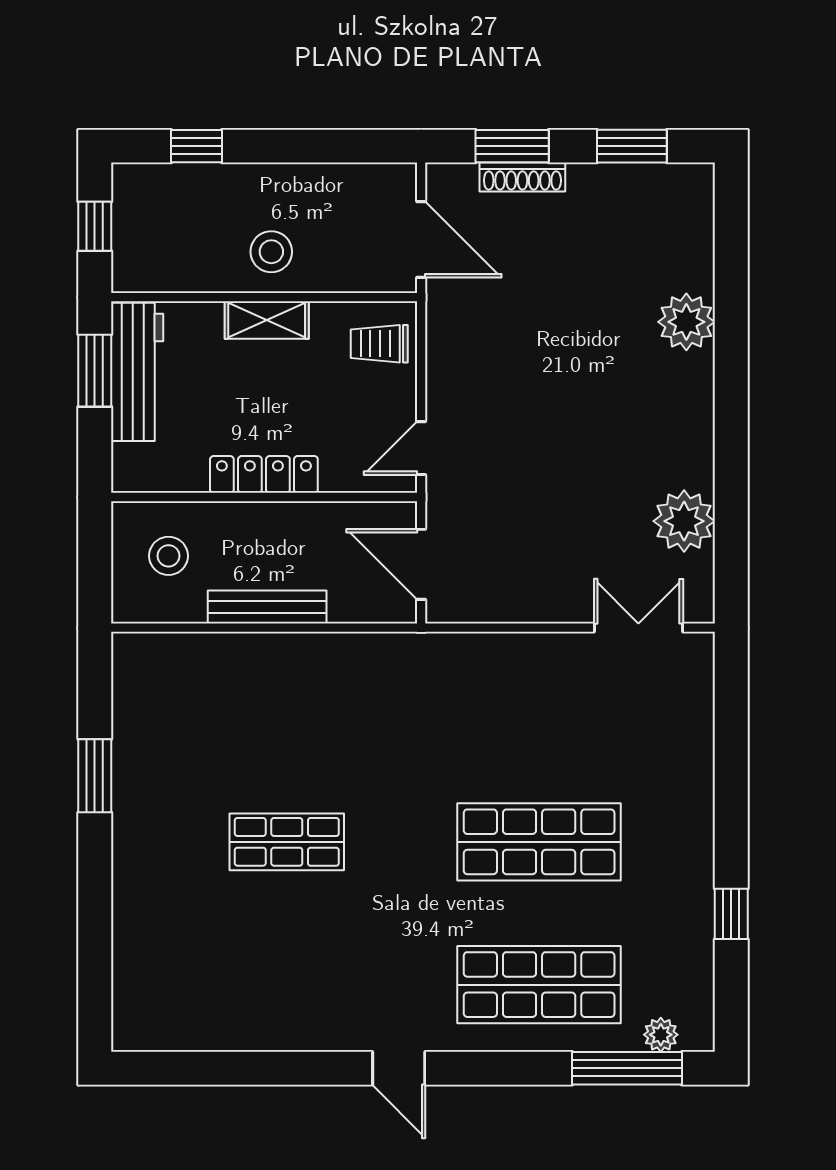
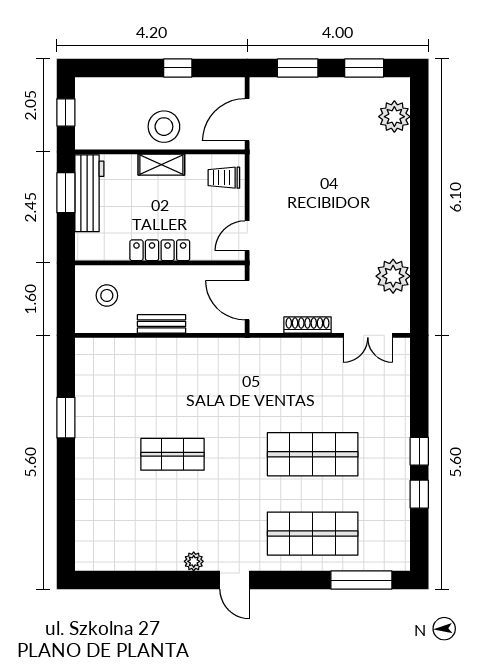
window: (197, 146) -> (178, 68), moved
shoe rack: (522, 177) -> (308, 325), moved, turned 180
door: (421, 240) -> (247, 120), swing flipped
stool: (271, 252) -> (164, 127), width x1.38, depth x1.38
plant: (686, 322) -> (394, 117), moved
bench: (267, 607) -> (162, 324), width x0.73
double door: (638, 628) -> (368, 335), swing flipped
window: (731, 836) -> (419, 451), added
plant: (661, 1035) -> (194, 561), moved

